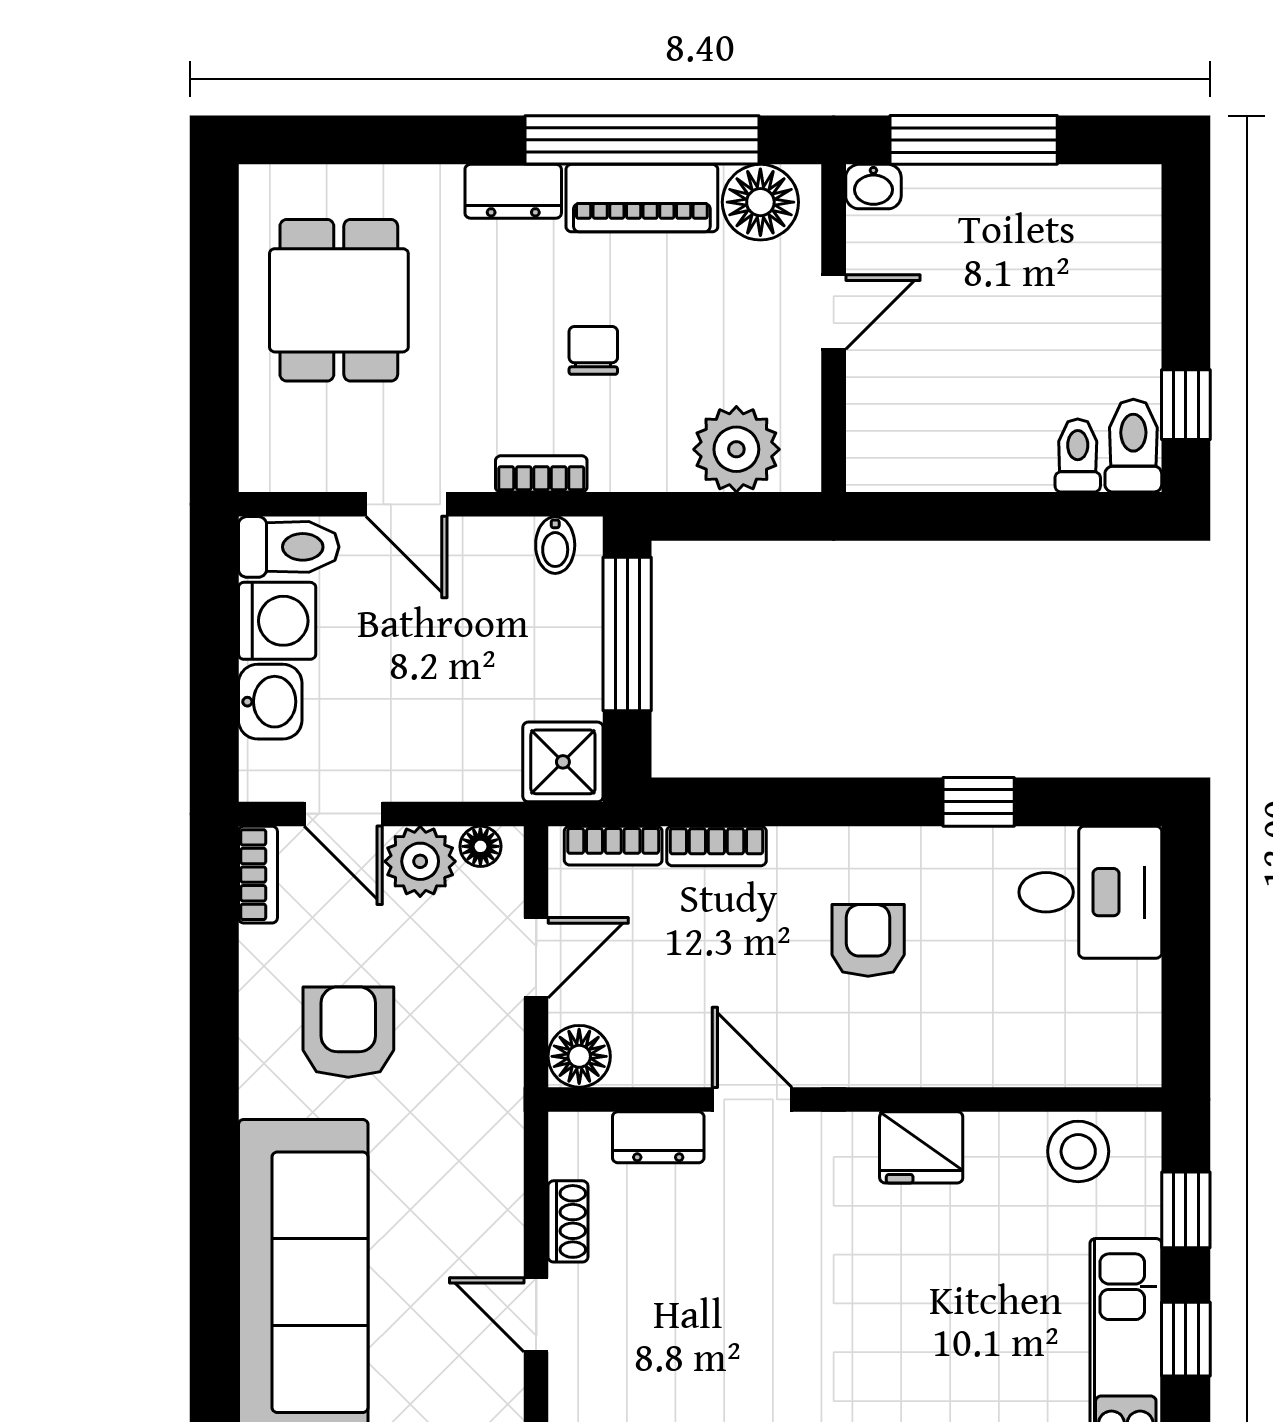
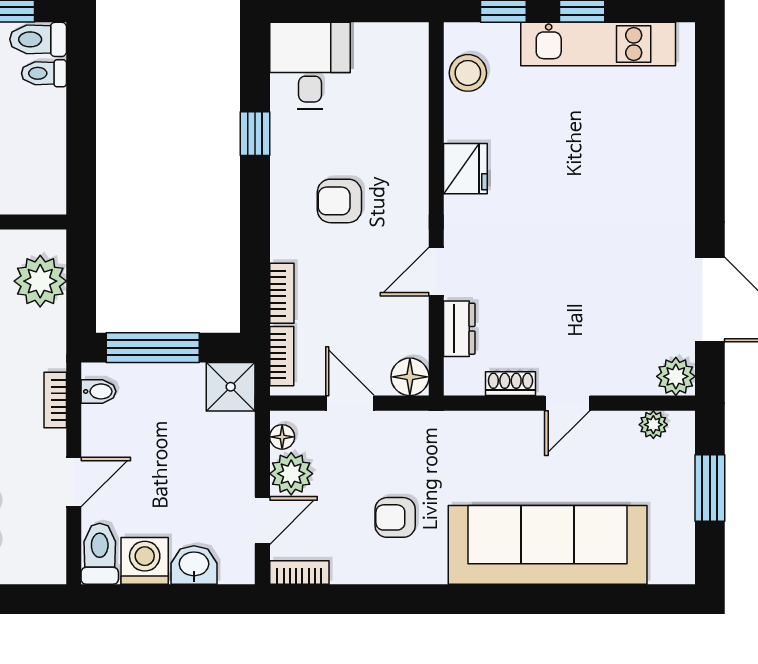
armchair: (348, 1032) -> (395, 517), width x0.72, depth x0.72

